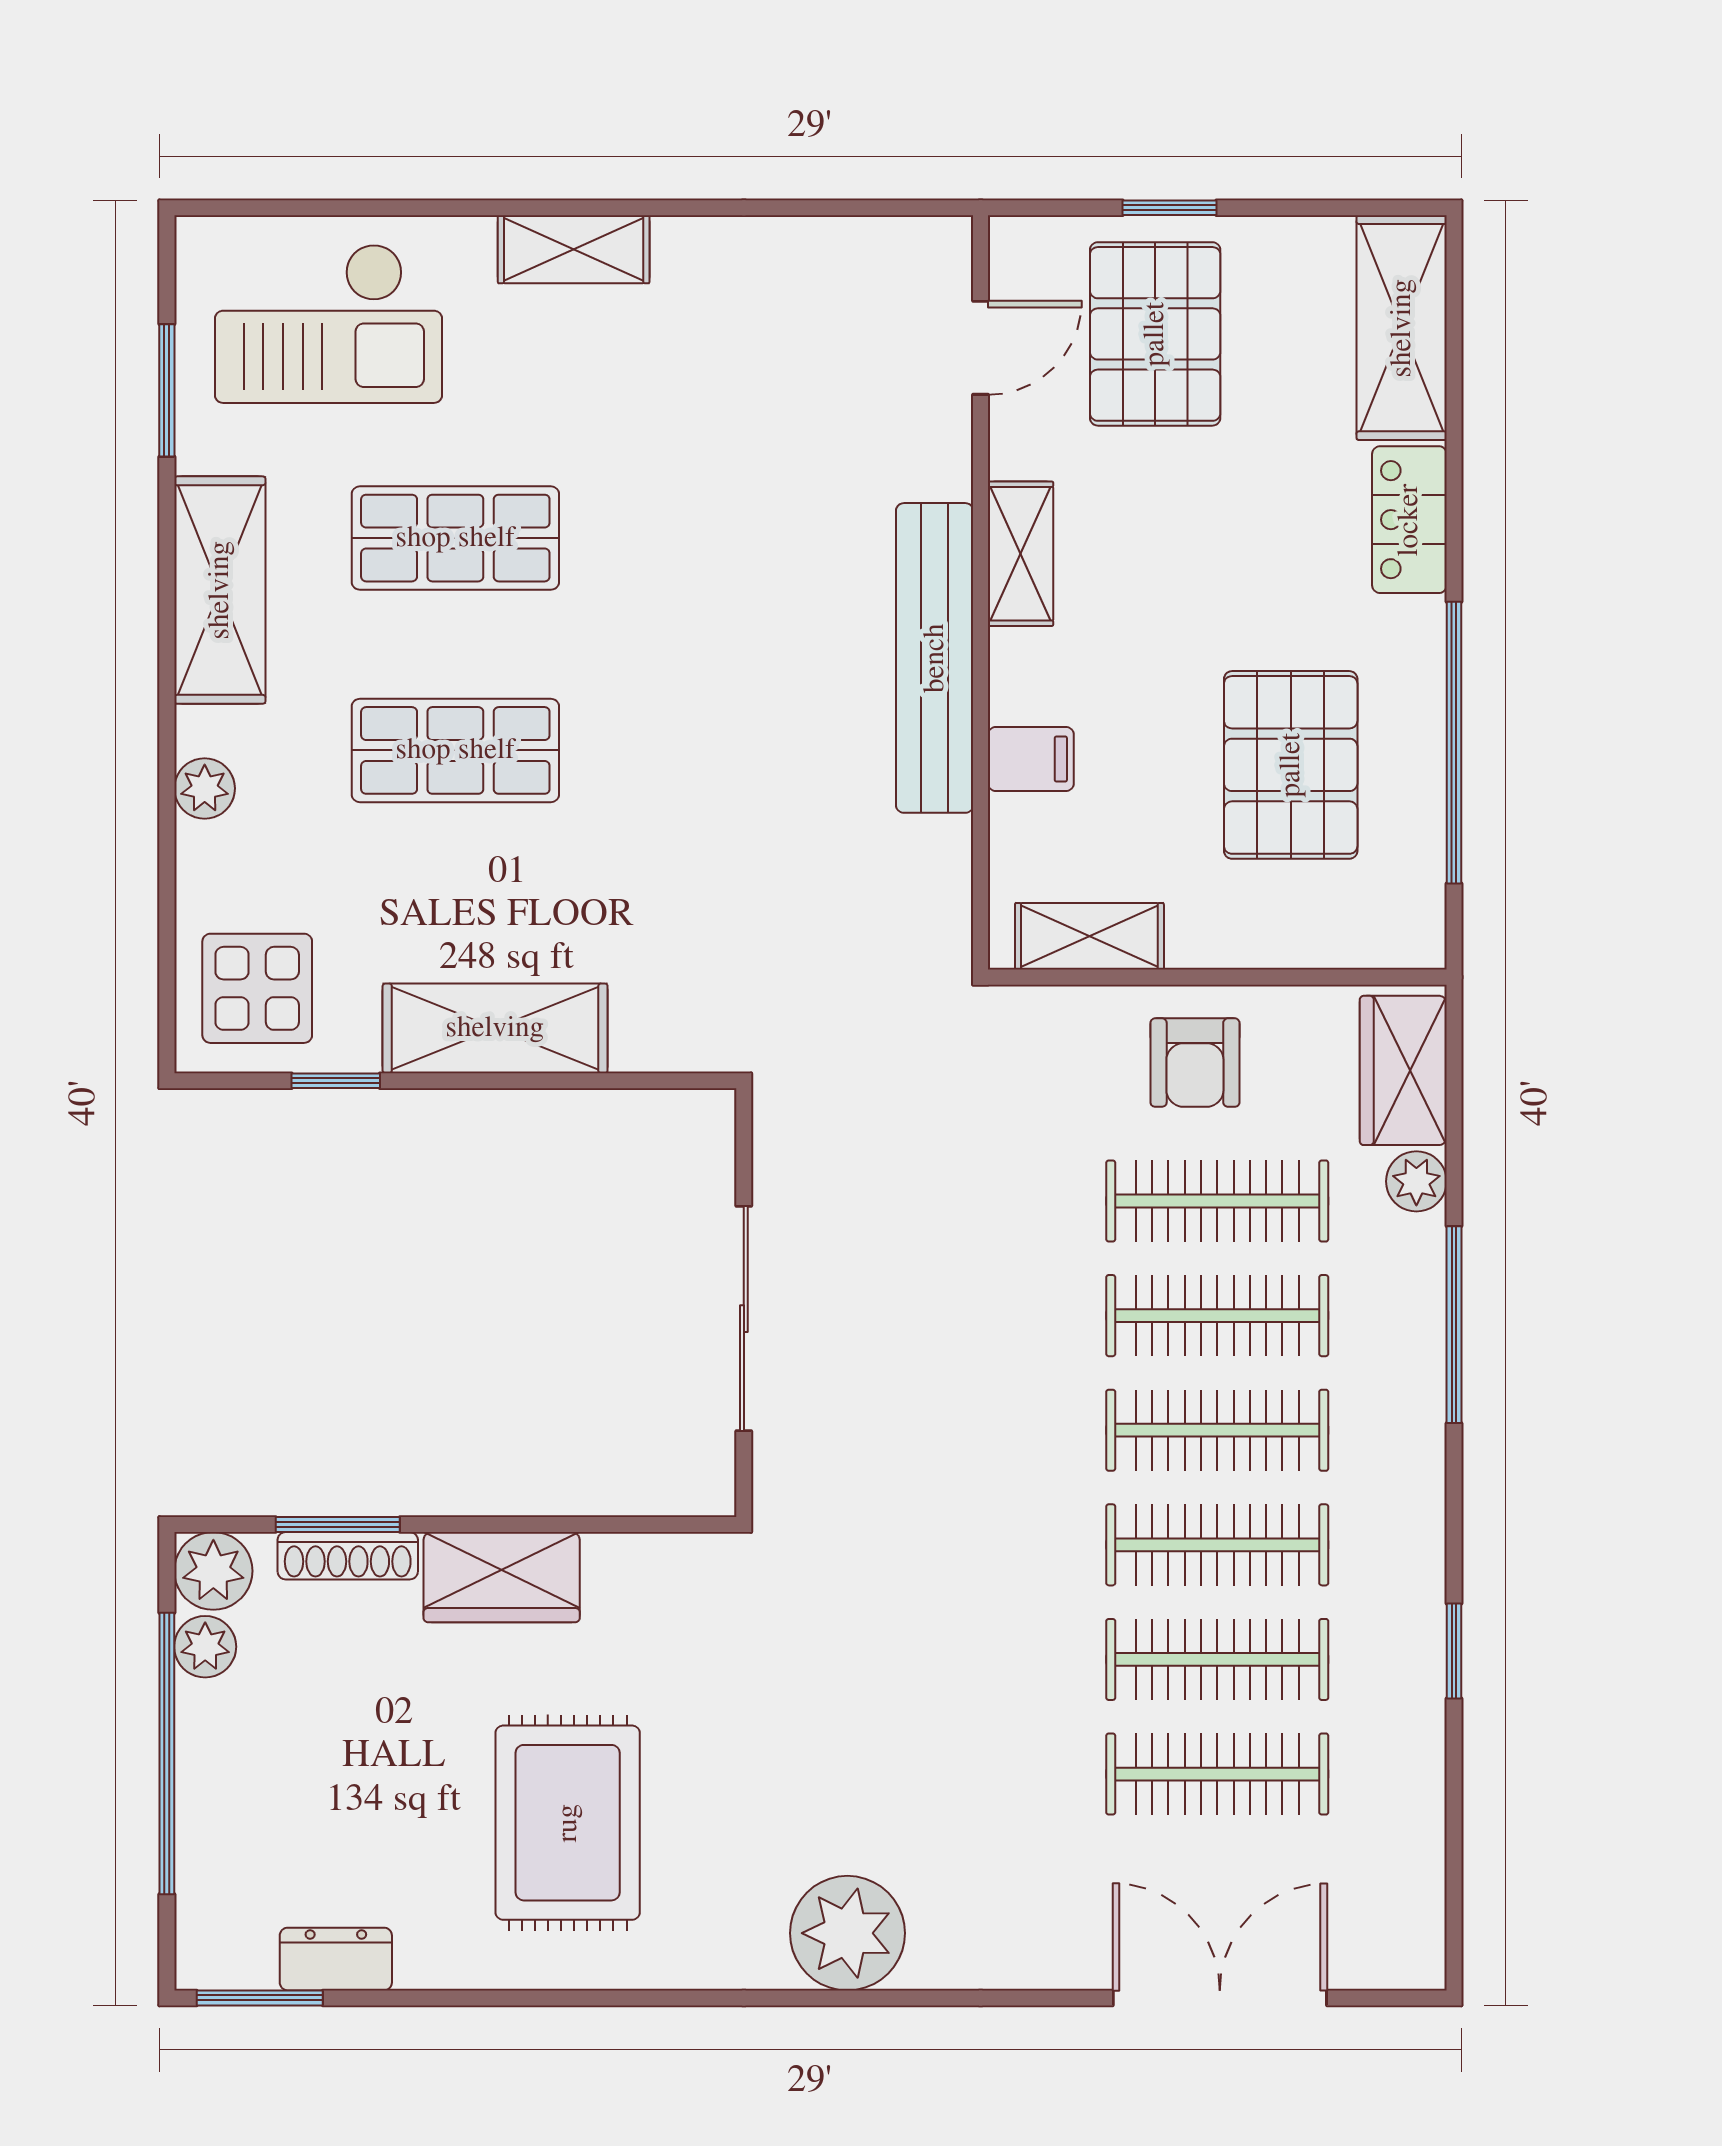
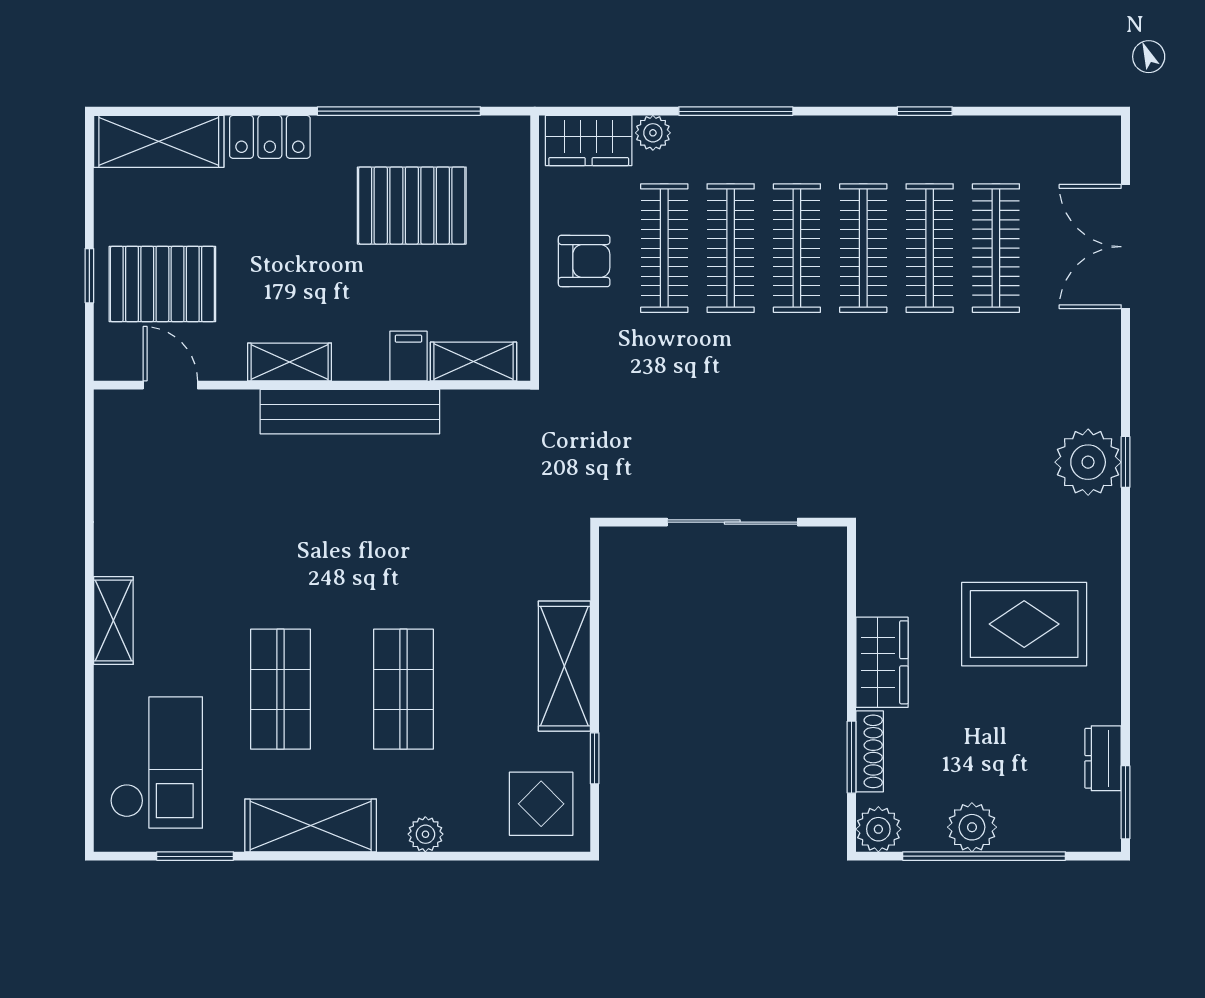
shelving: (1089, 936) -> (474, 361), moved, turned 90
plant: (205, 1647) -> (972, 827), moved, width x1.38, depth x1.38
window: (848, 1998) -> (1126, 462), added

